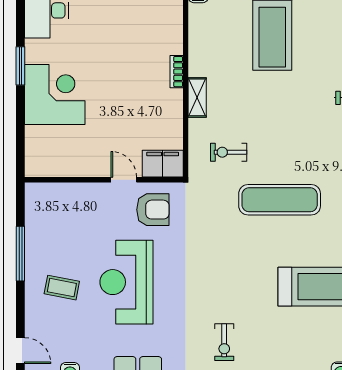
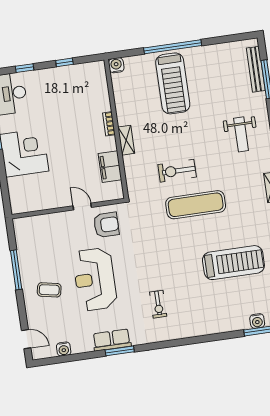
exercise bike: (229, 152) -> (177, 171), moved, width x1.38, depth x1.39
filing cabinet: (163, 164) -> (110, 167), moved, turned -90
exercise bike: (224, 342) -> (158, 304), moved

